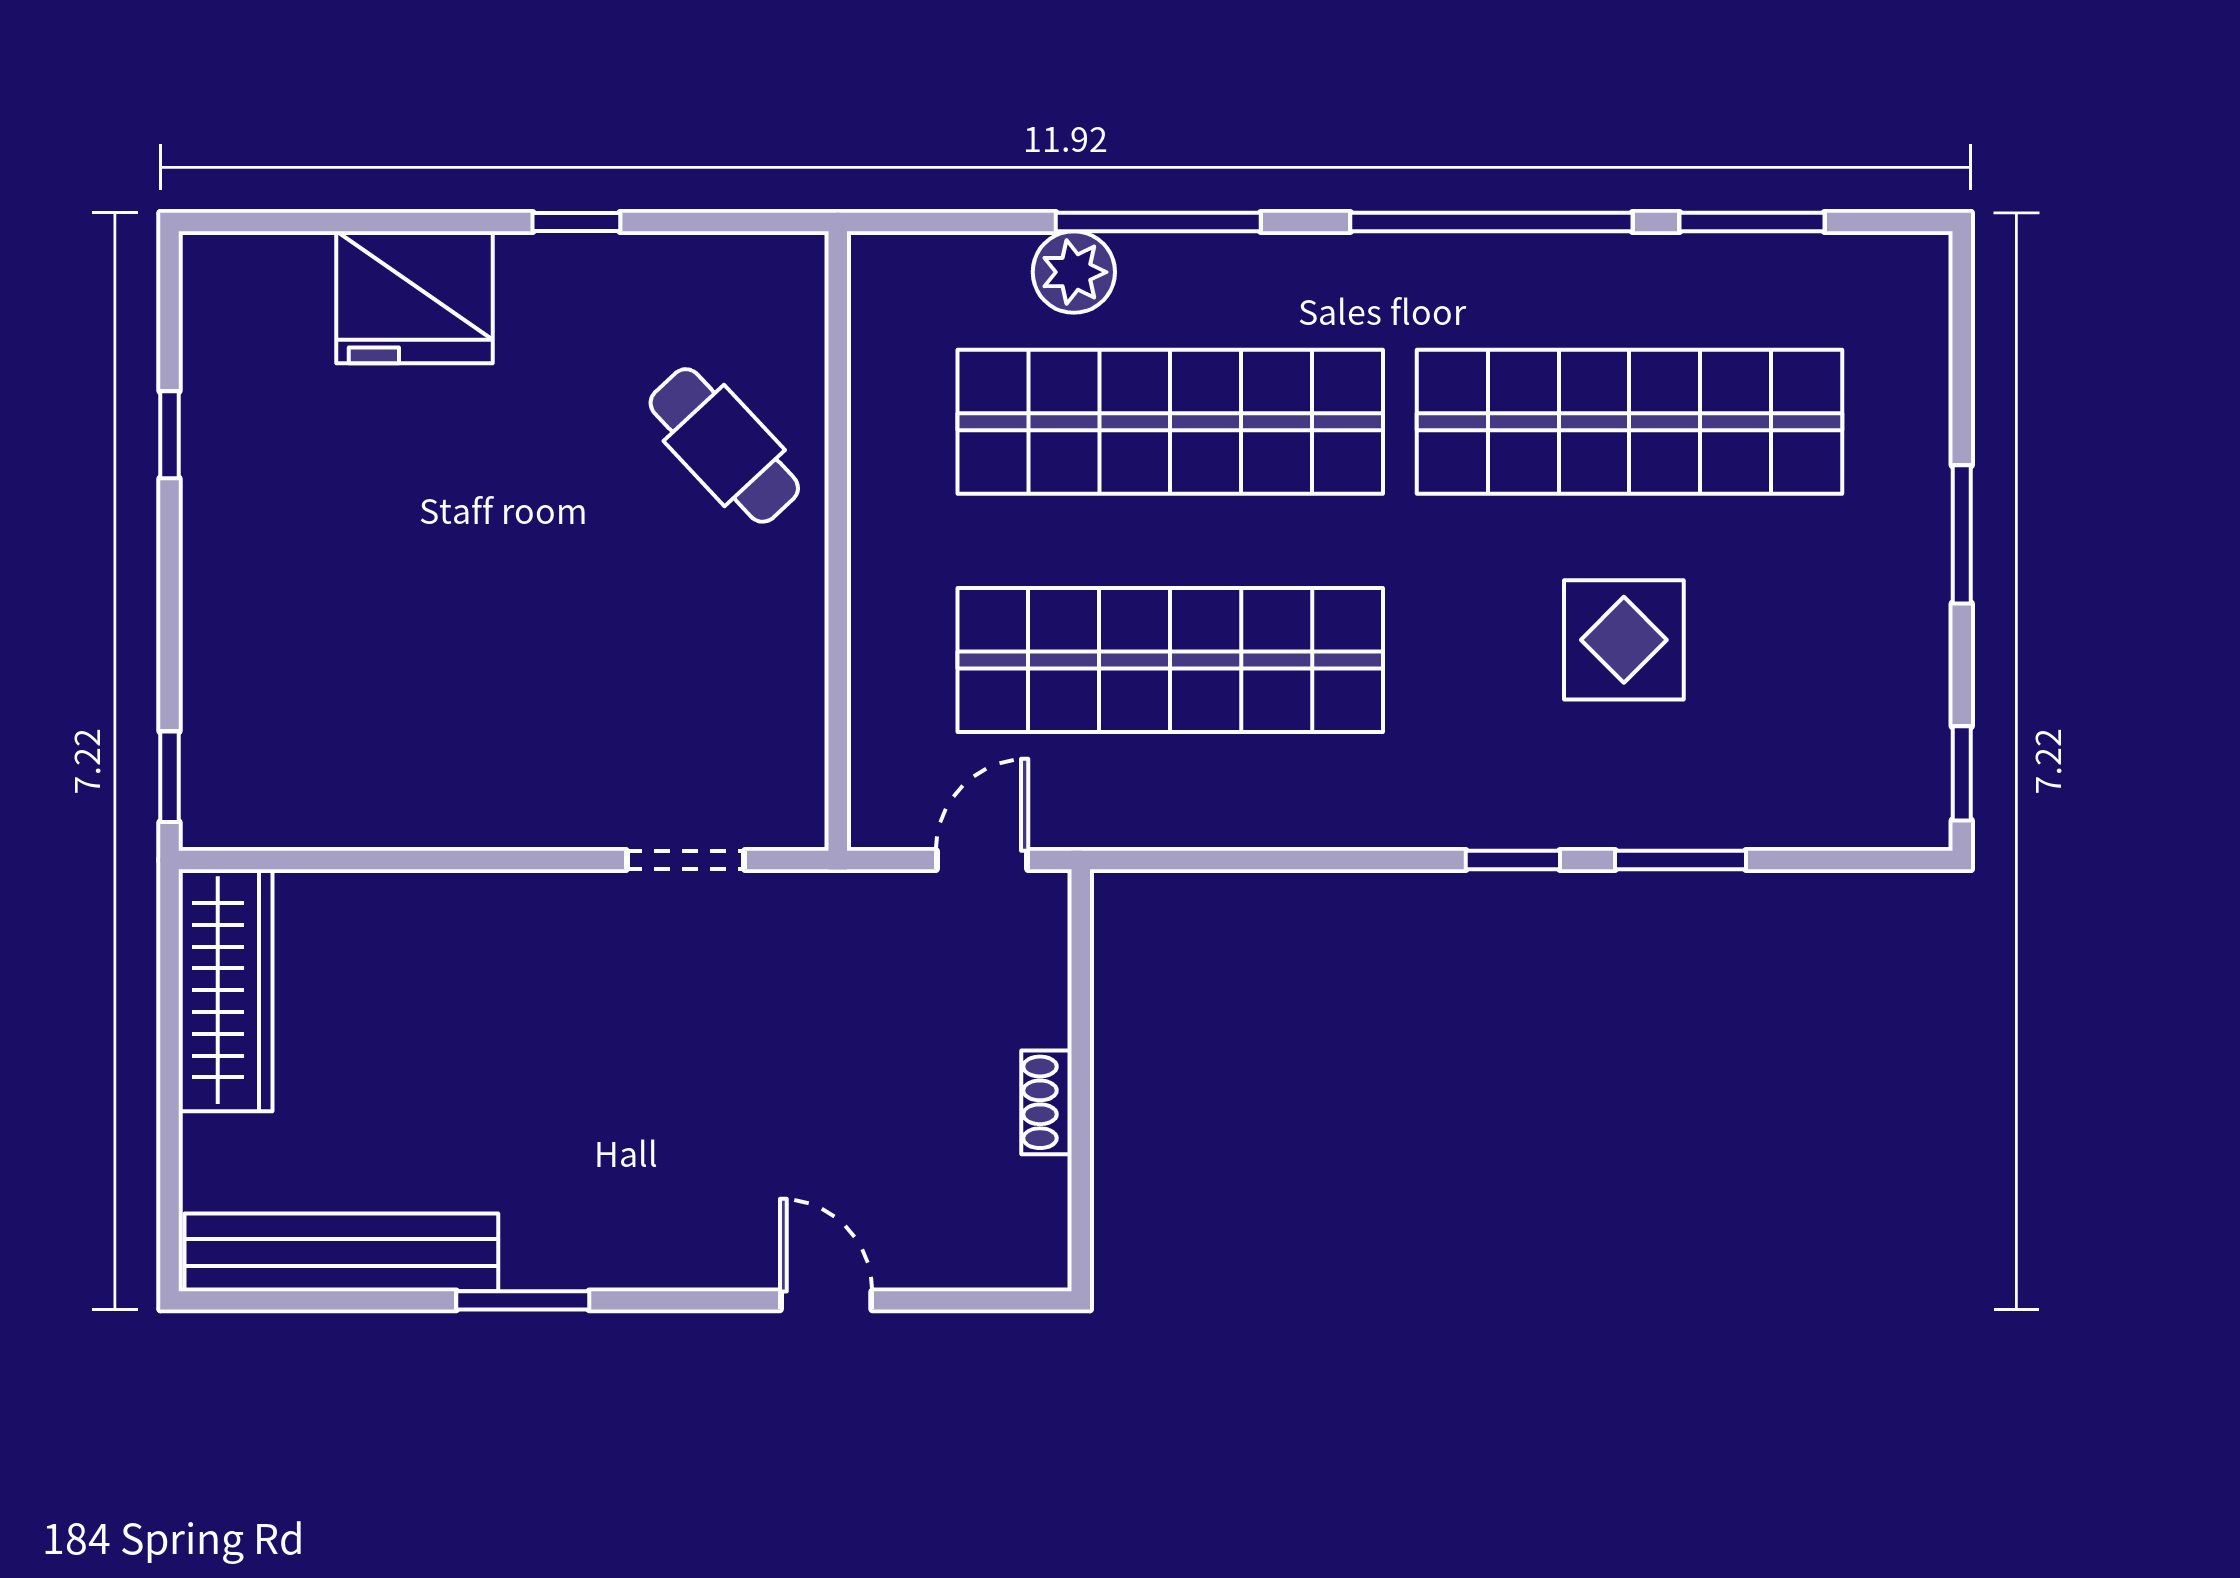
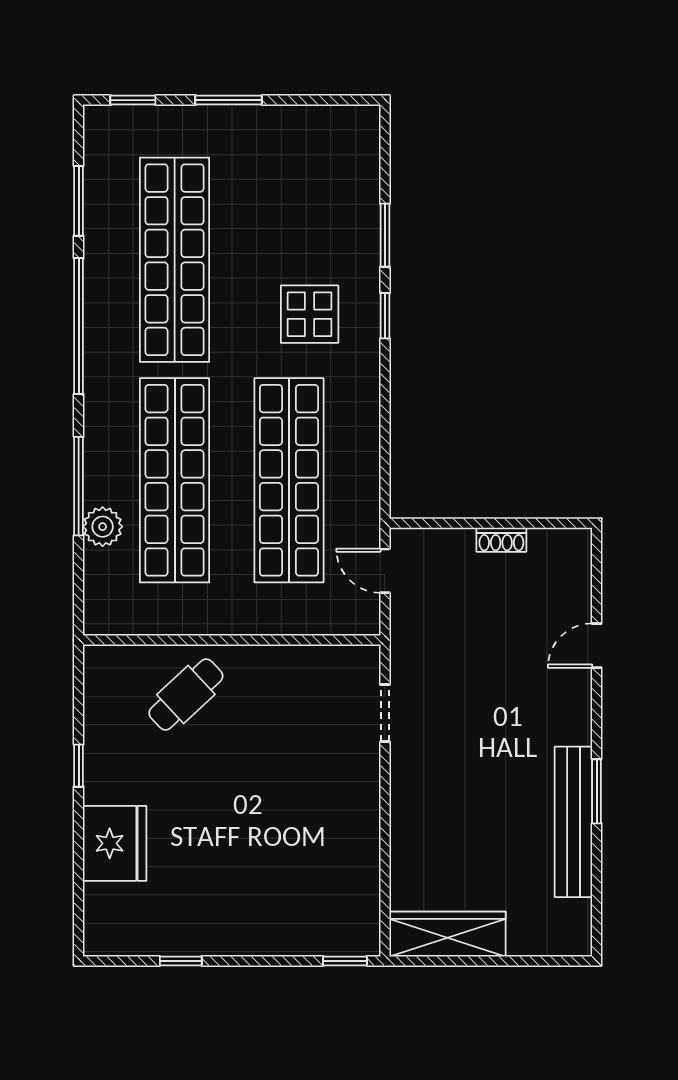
display table: (1624, 640) -> (310, 314), moved
window: (1962, 773) -> (133, 100), moved
bench: (341, 1252) -> (573, 822), moved

